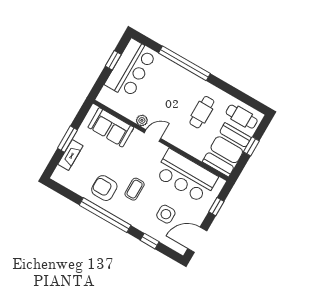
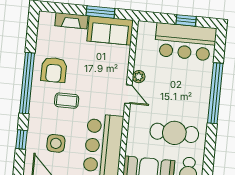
cafe table: (202, 112) -> (174, 133), width x1.37, depth x1.35
sofa: (111, 127) -> (110, 30), moved, turned -90
window: (67, 139) -> (100, 12), moved
armchair: (104, 188) -> (54, 70), turned 180

